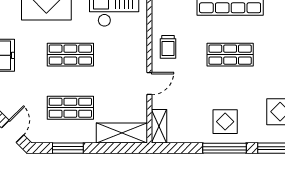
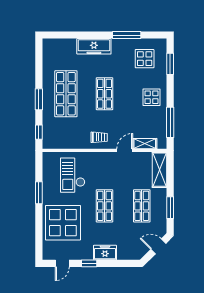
door: (149, 84) -> (125, 150), hinge flipped
shelving: (159, 126) -> (145, 144), moved
window: (225, 148) -> (170, 122), moved

